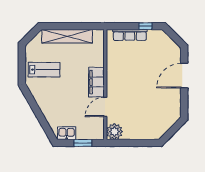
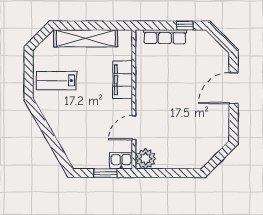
lab bench: (44, 70) -> (57, 81), turned 180
filing cabinet: (96, 82) -> (123, 80), moved
kitchen sink: (67, 133) -> (121, 161), moved

